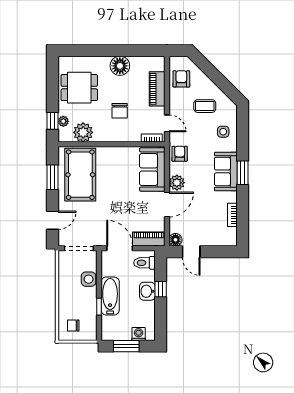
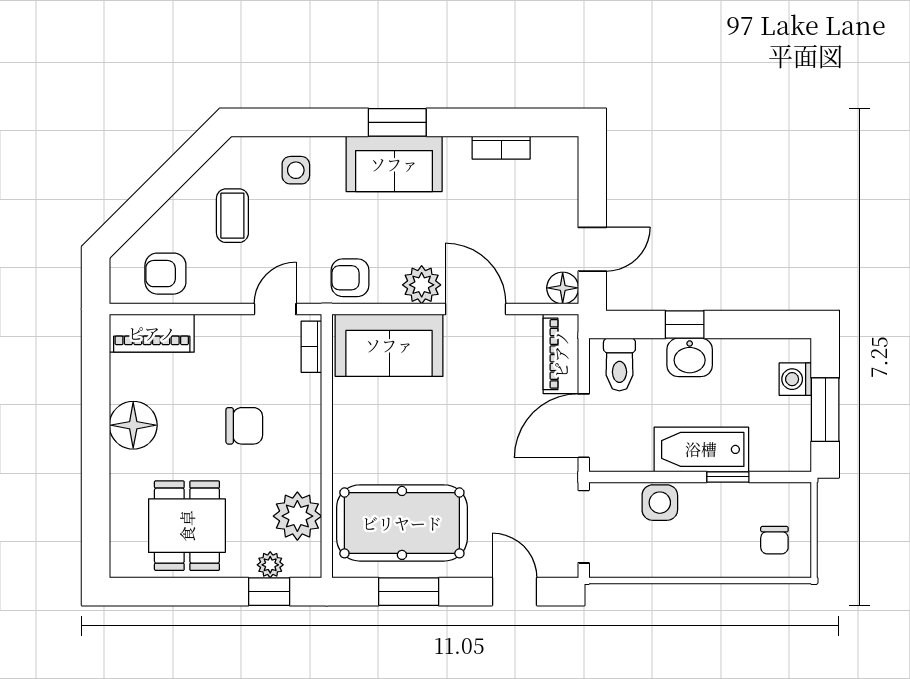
piano: (157, 89) -> (152, 333), moved

